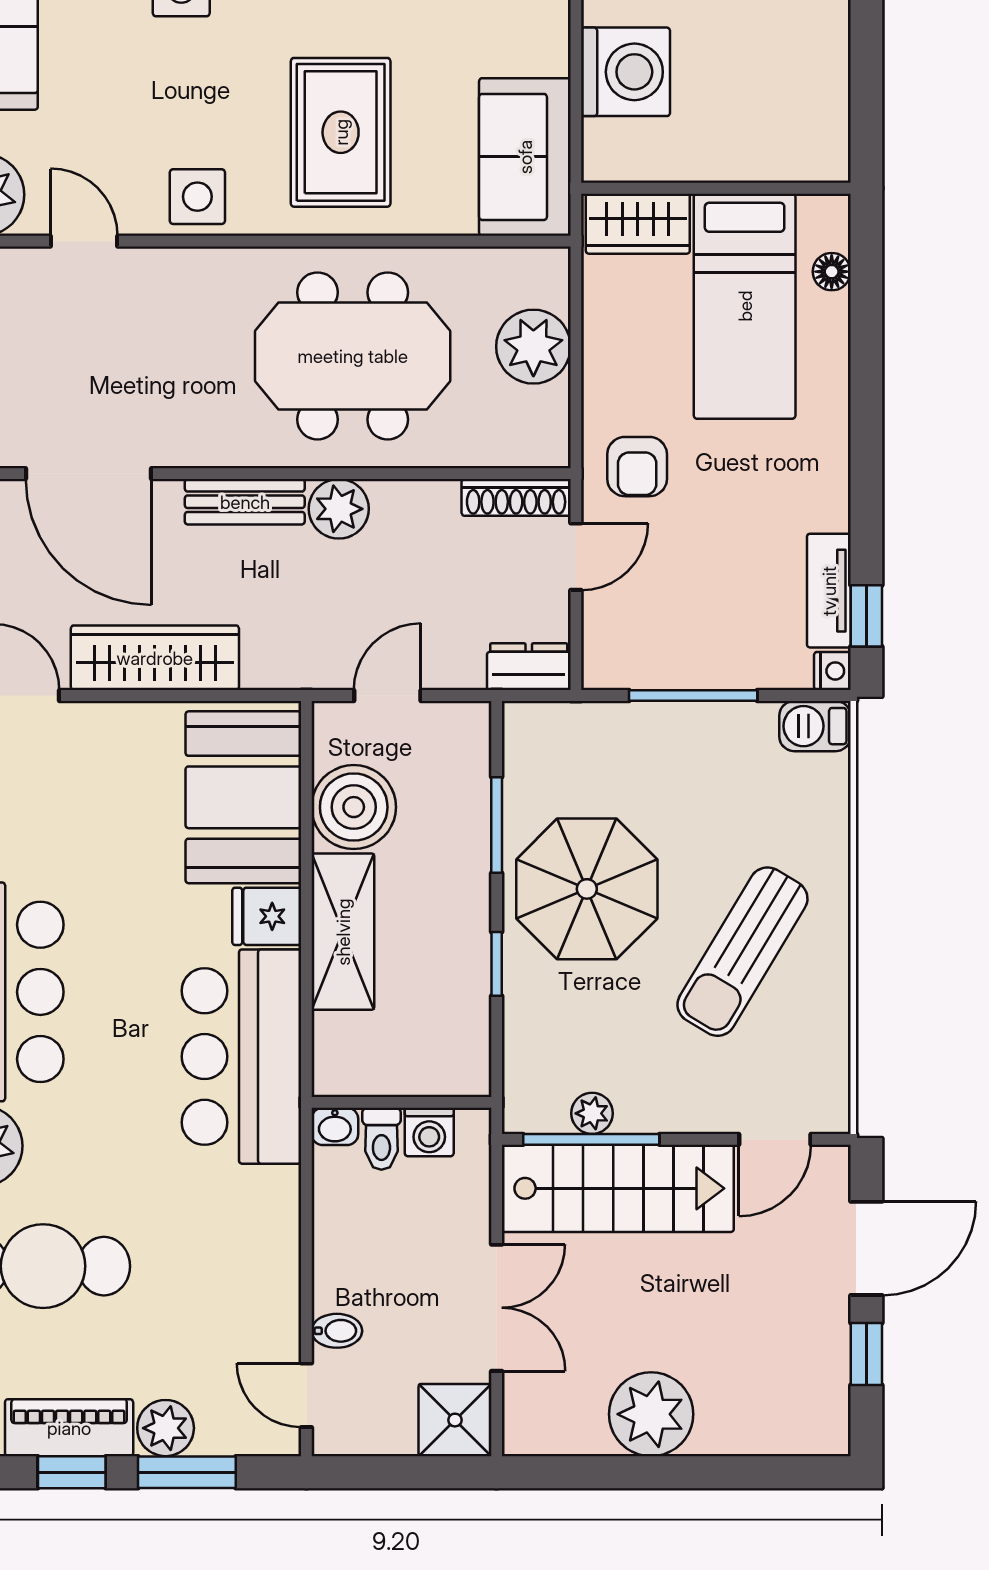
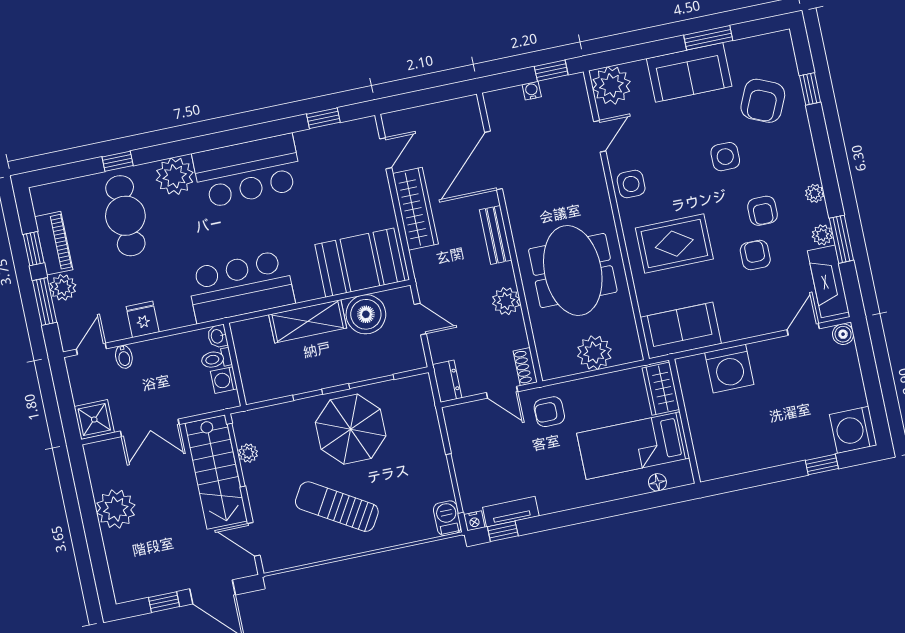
shoe rack: (516, 497) -> (525, 367), width x0.70
plant: (339, 509) -> (506, 301), moved
window: (693, 695) -> (455, 483), moved
fridge: (267, 916) -> (143, 319), moved

